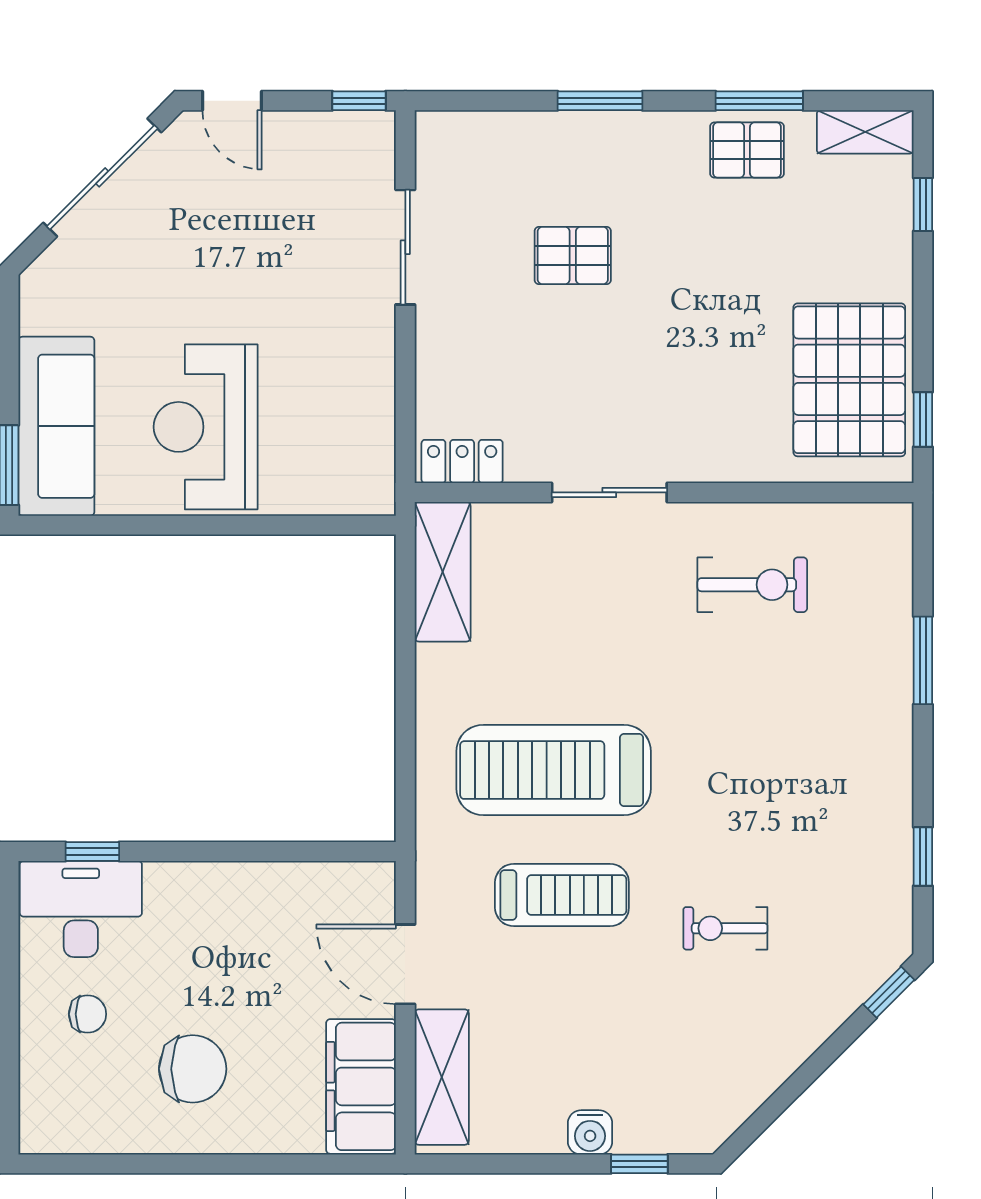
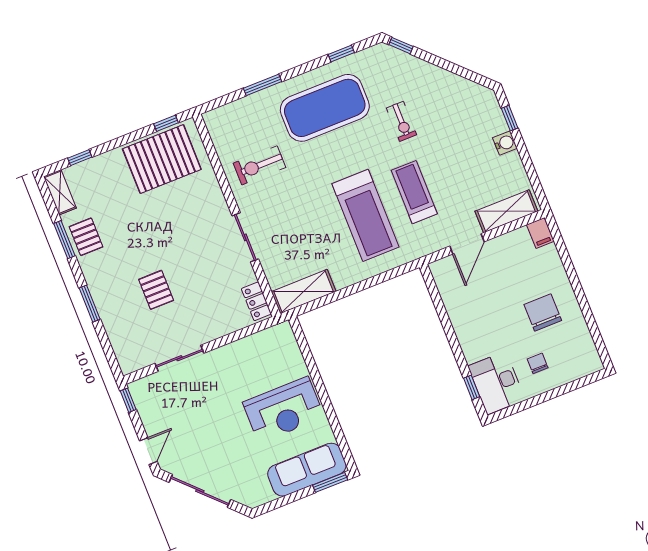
exercise bike: (752, 585) -> (259, 165), turned -90
exercise mat: (820, 775) -> (325, 108), added
filing cabinet: (361, 1086) -> (540, 233), width x0.33, depth x0.86

